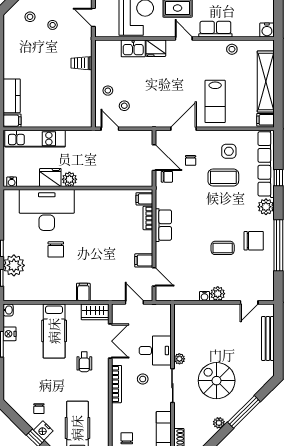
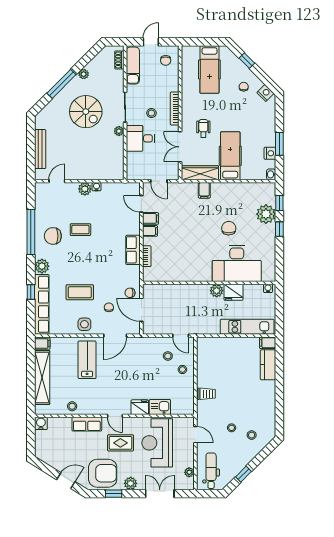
side table: (229, 151) -> (84, 324), moved
filing cabinet: (144, 199) -> (150, 231), moved
wardrobe: (95, 312) -> (200, 173), width x1.50
nightstand: (43, 430) -> (265, 93), moved

